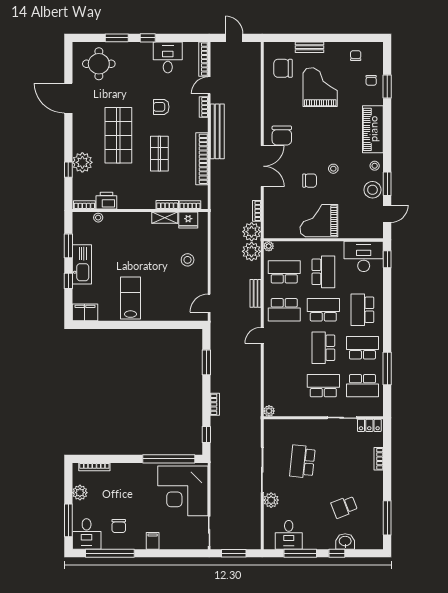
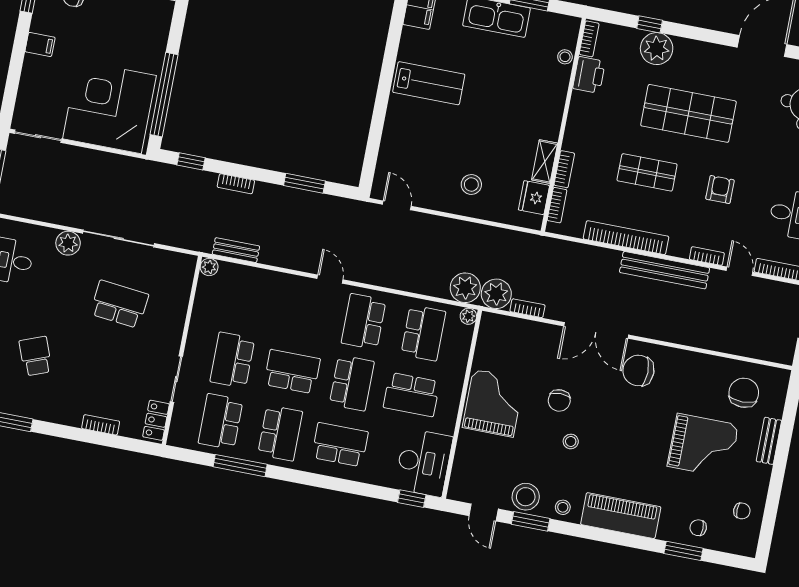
bench: (256, 293) -> (236, 250), moved
school desk: (323, 386) -> (232, 360), turned 180

